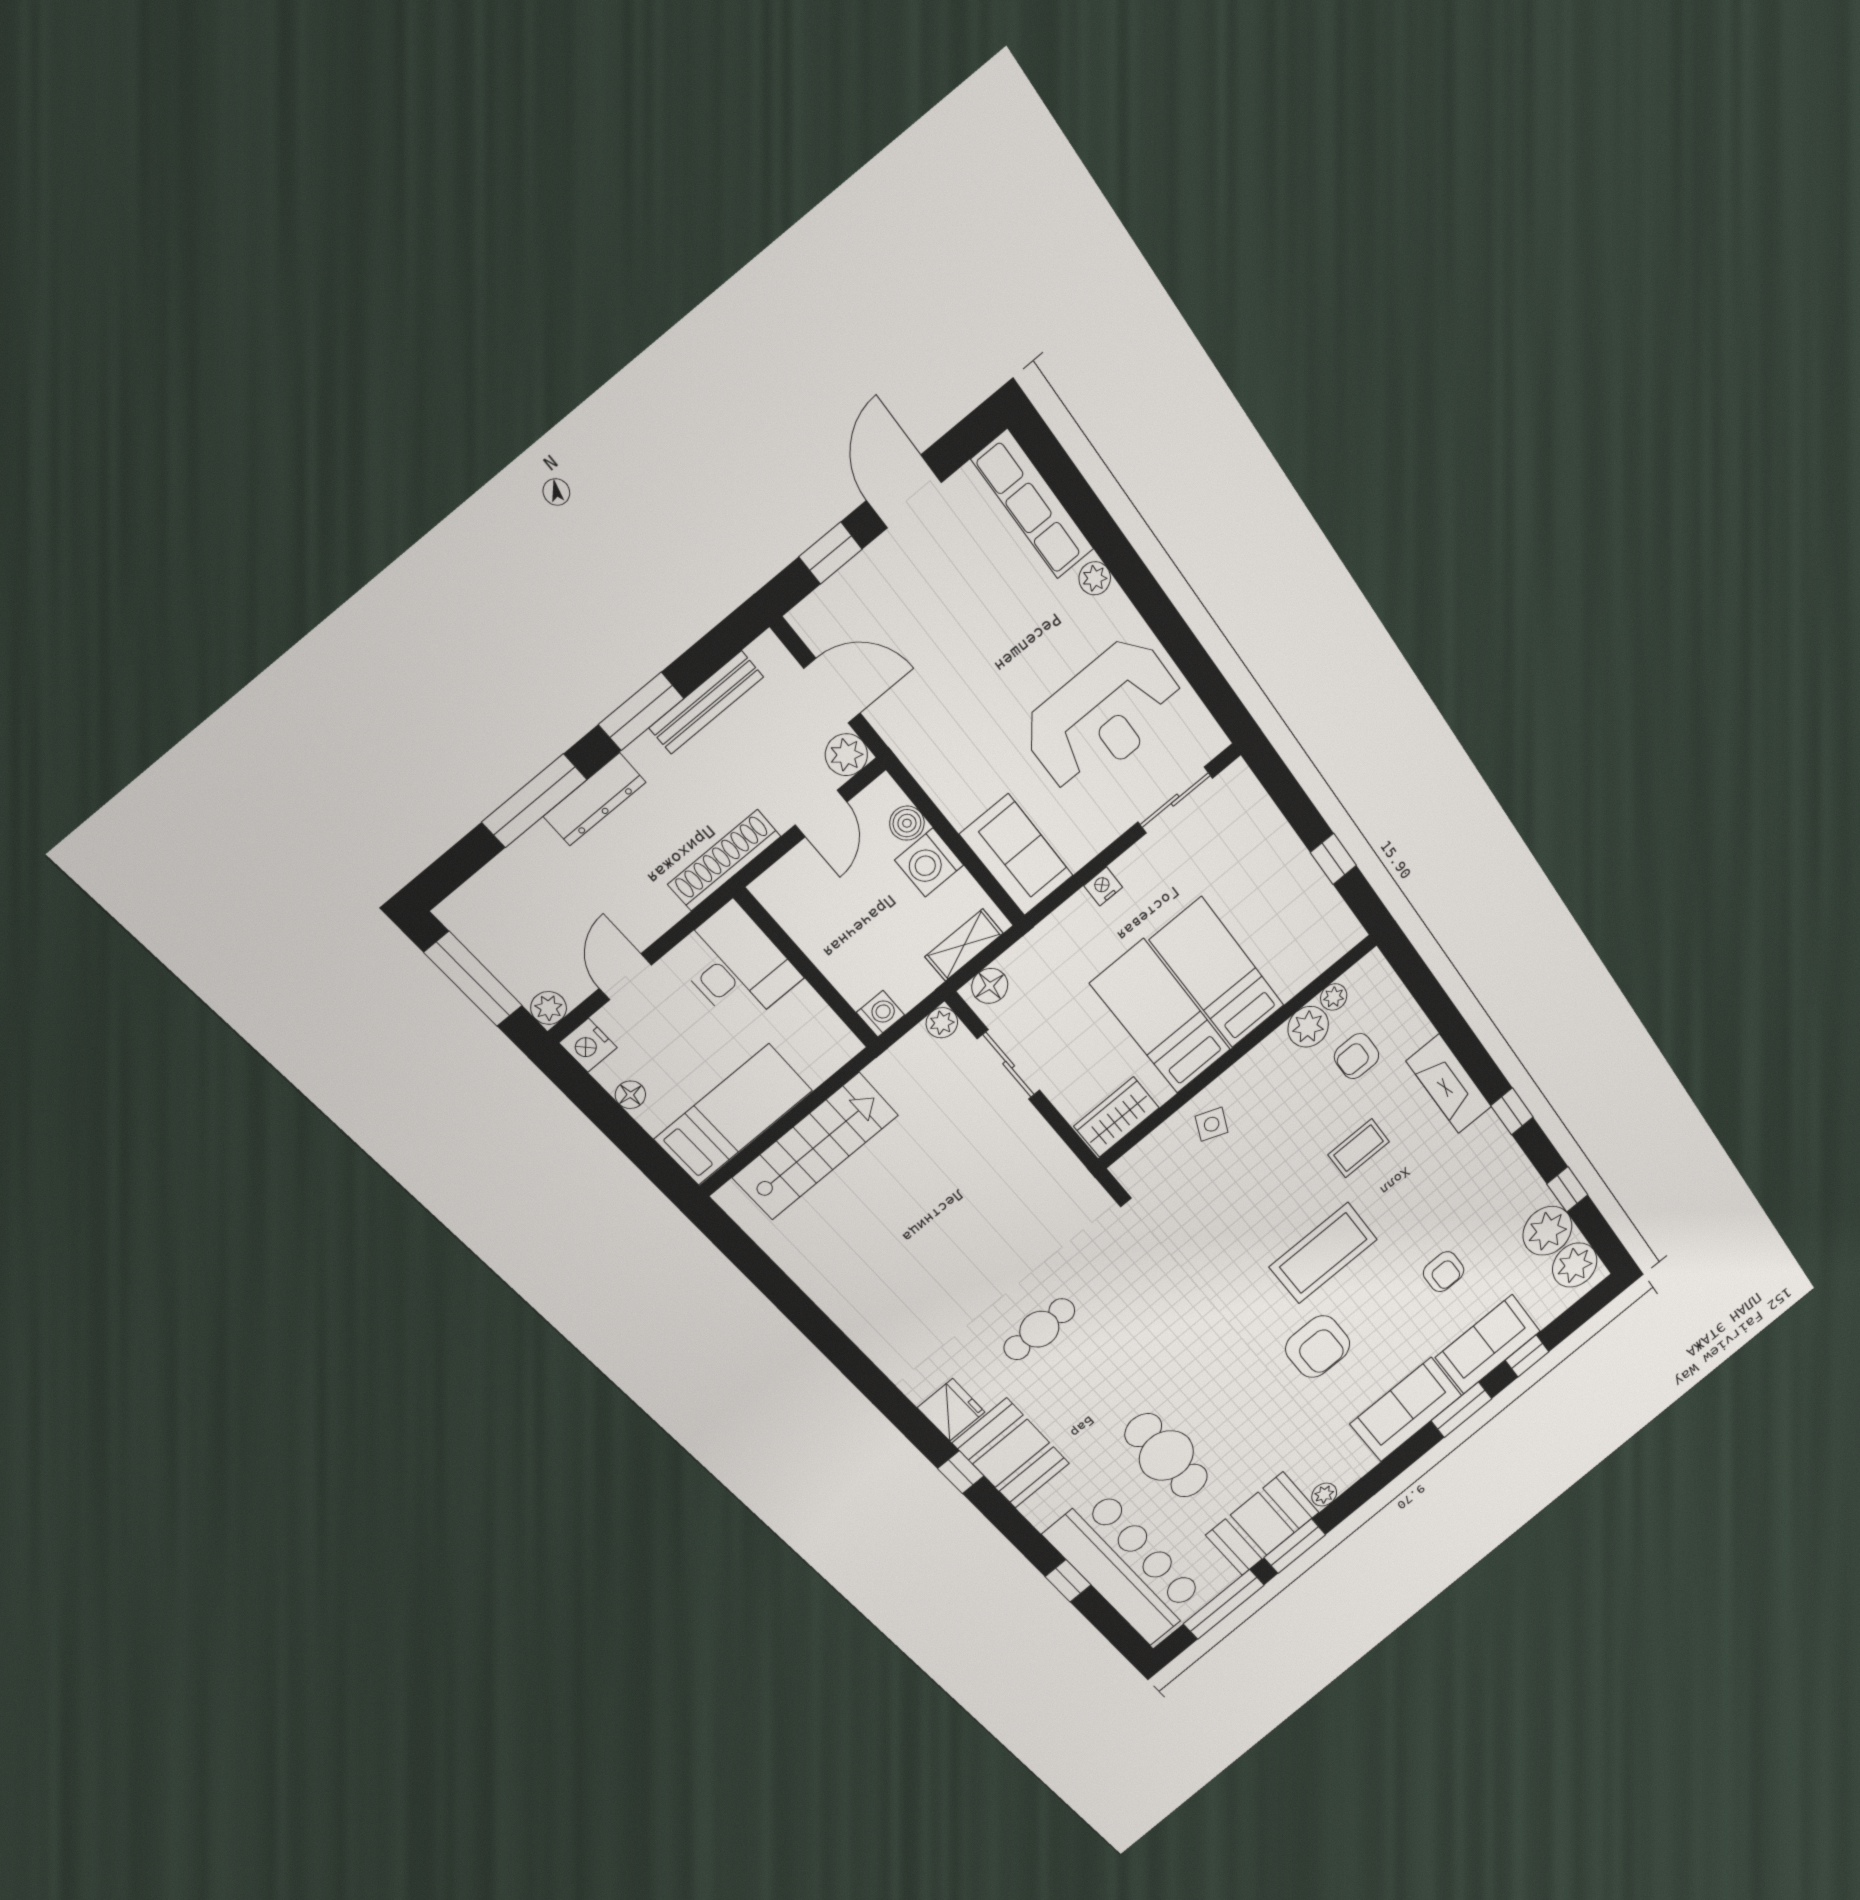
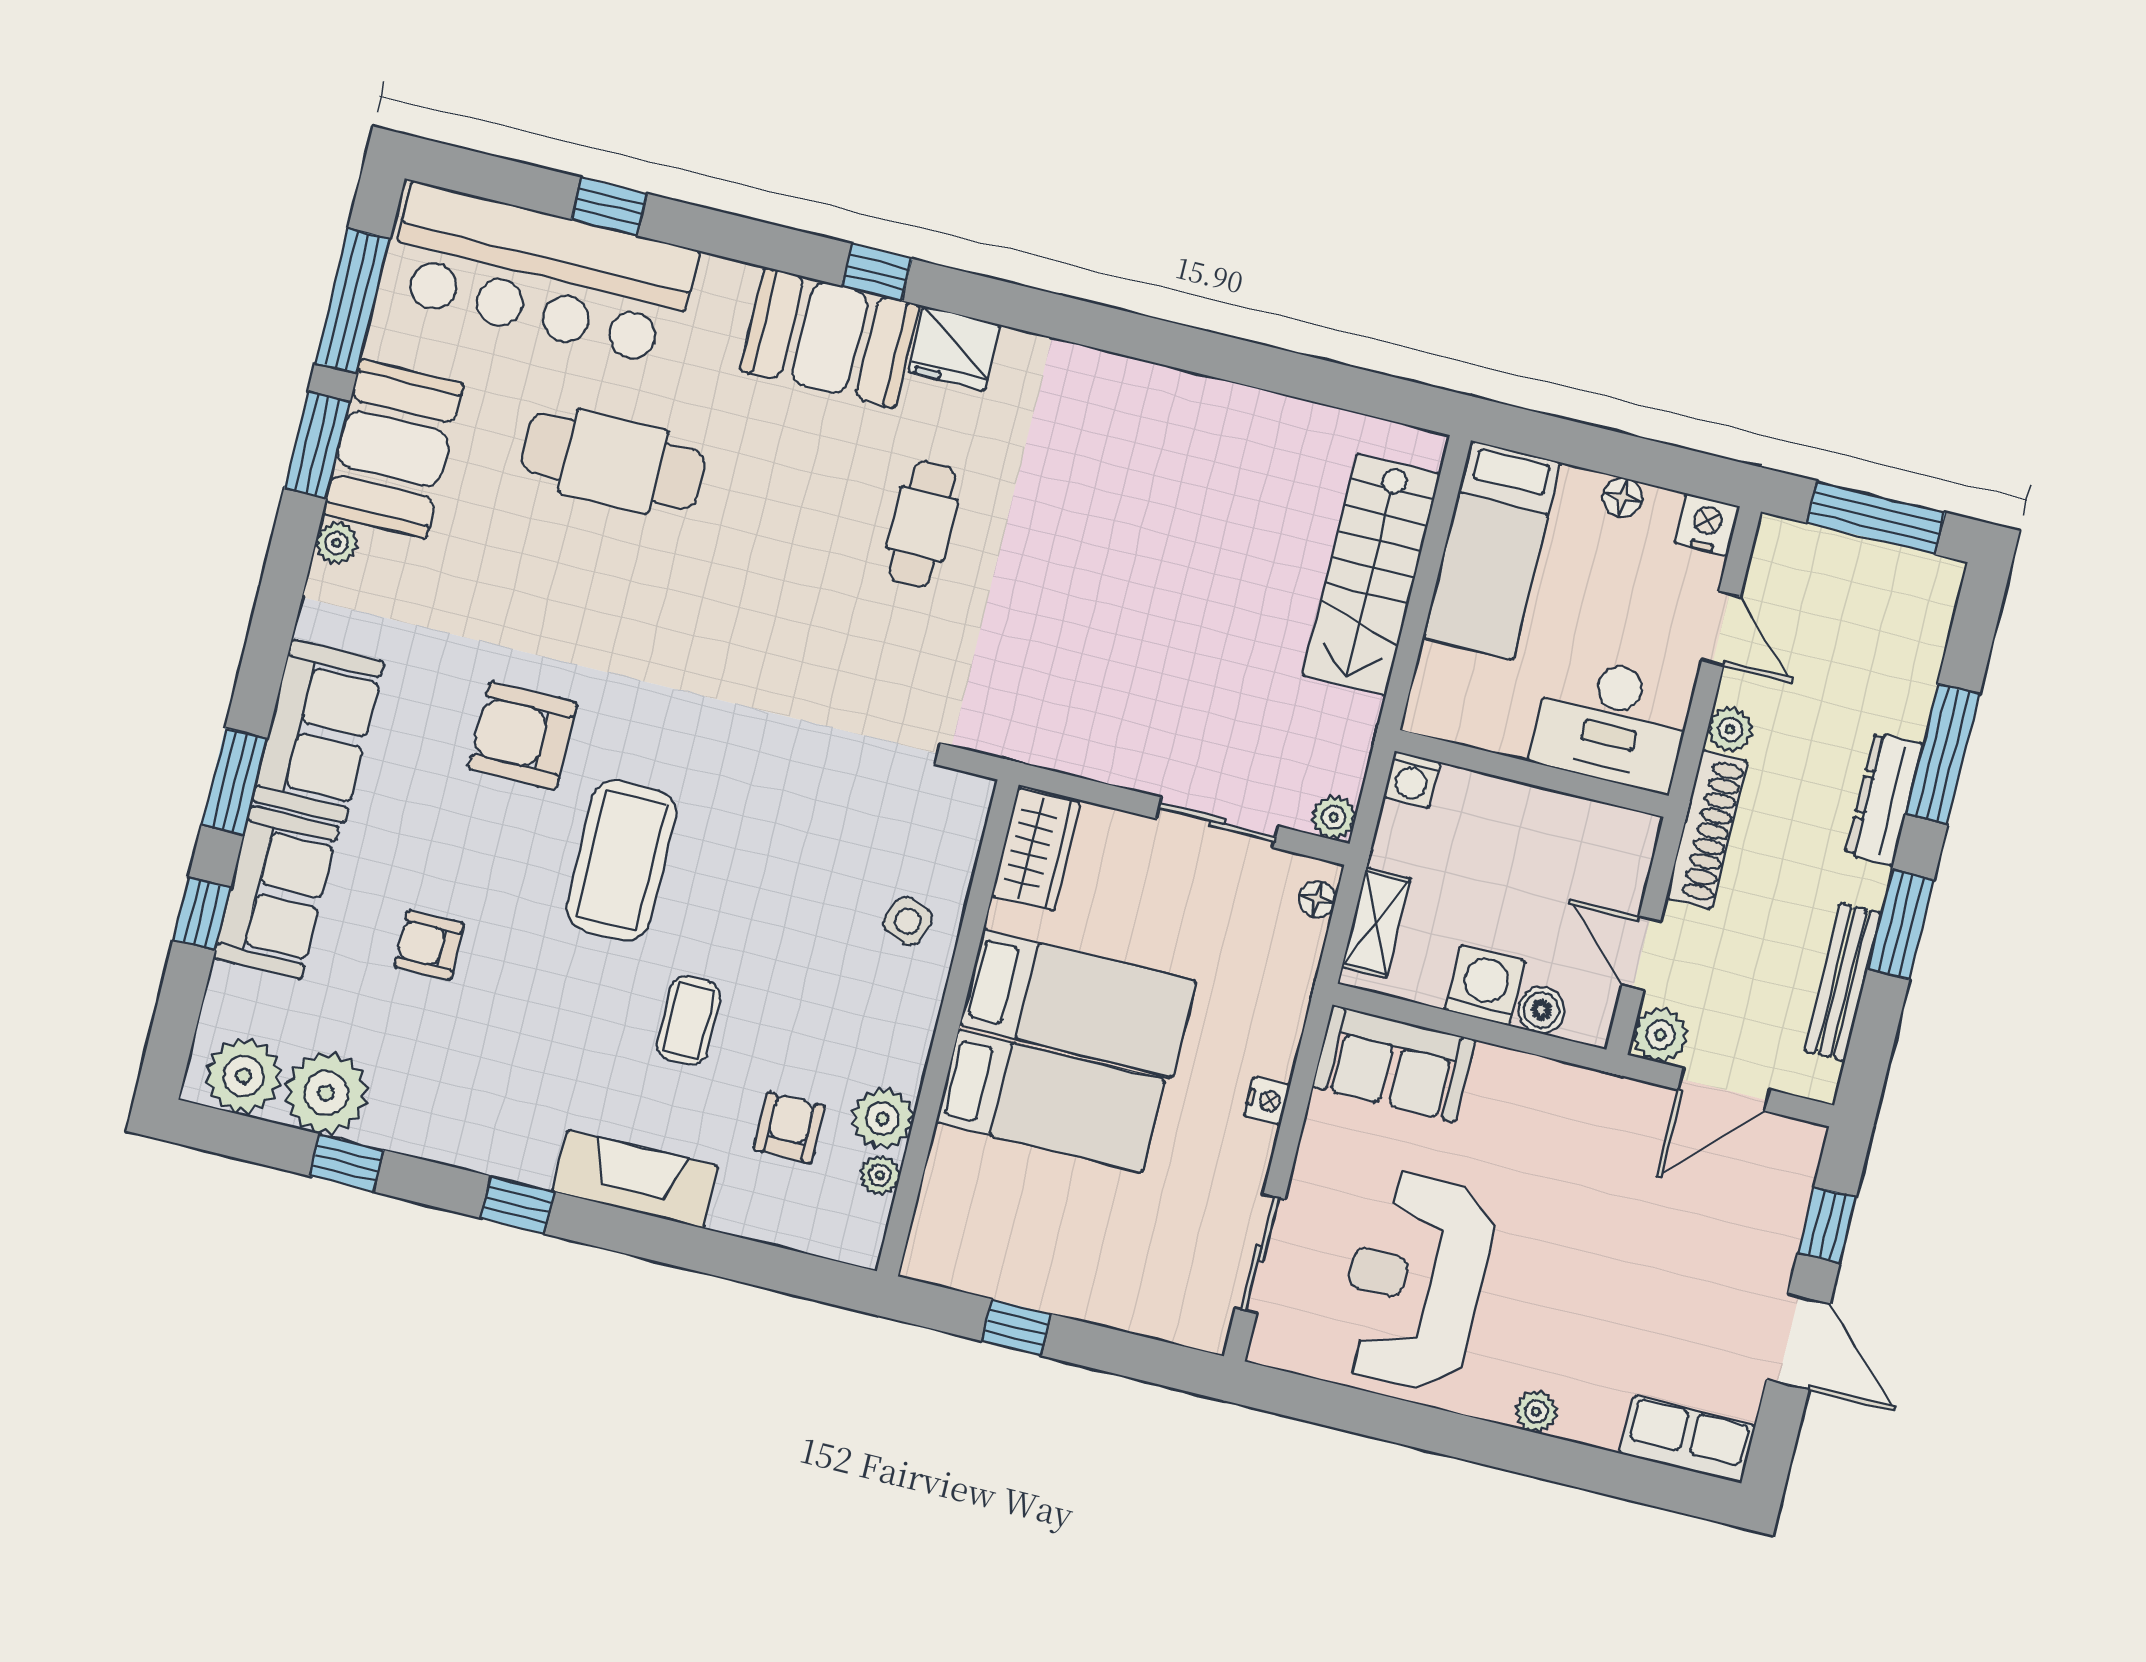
row of seats: (1033, 504) -> (1688, 1439), width x0.68
floor lamp: (990, 986) -> (1317, 899), width x0.73, depth x0.73
plant: (549, 1008) -> (1730, 730), moved

